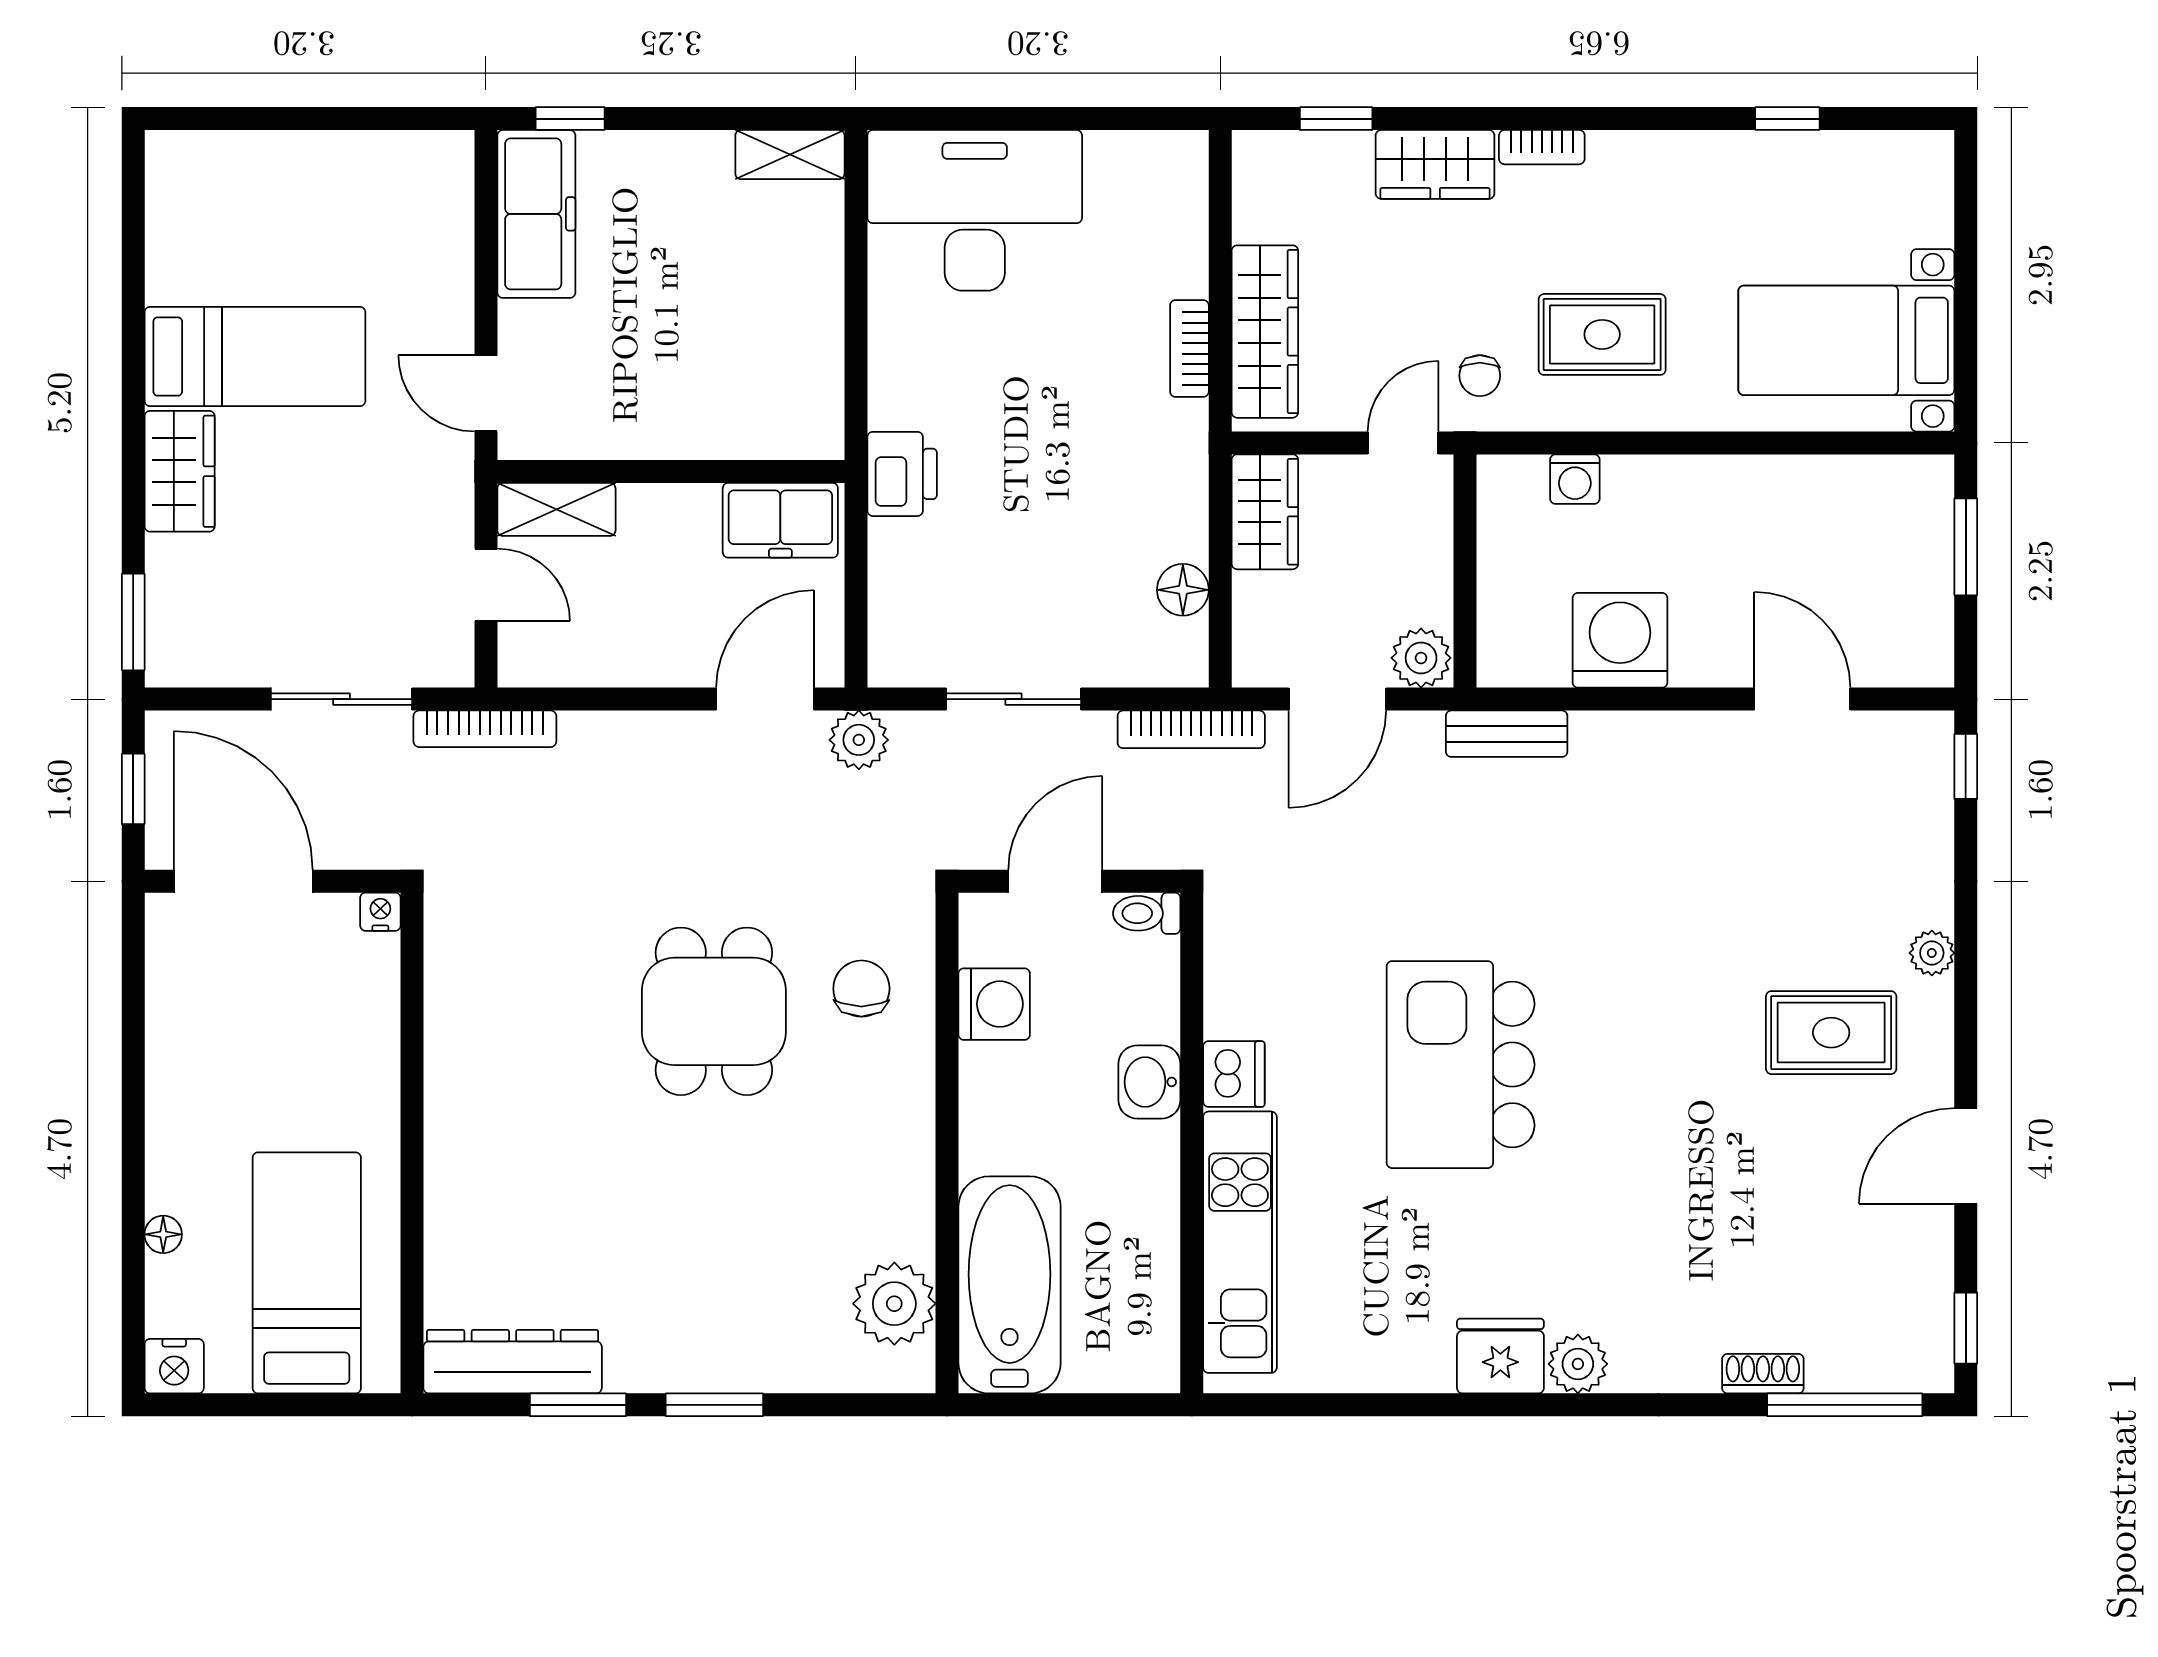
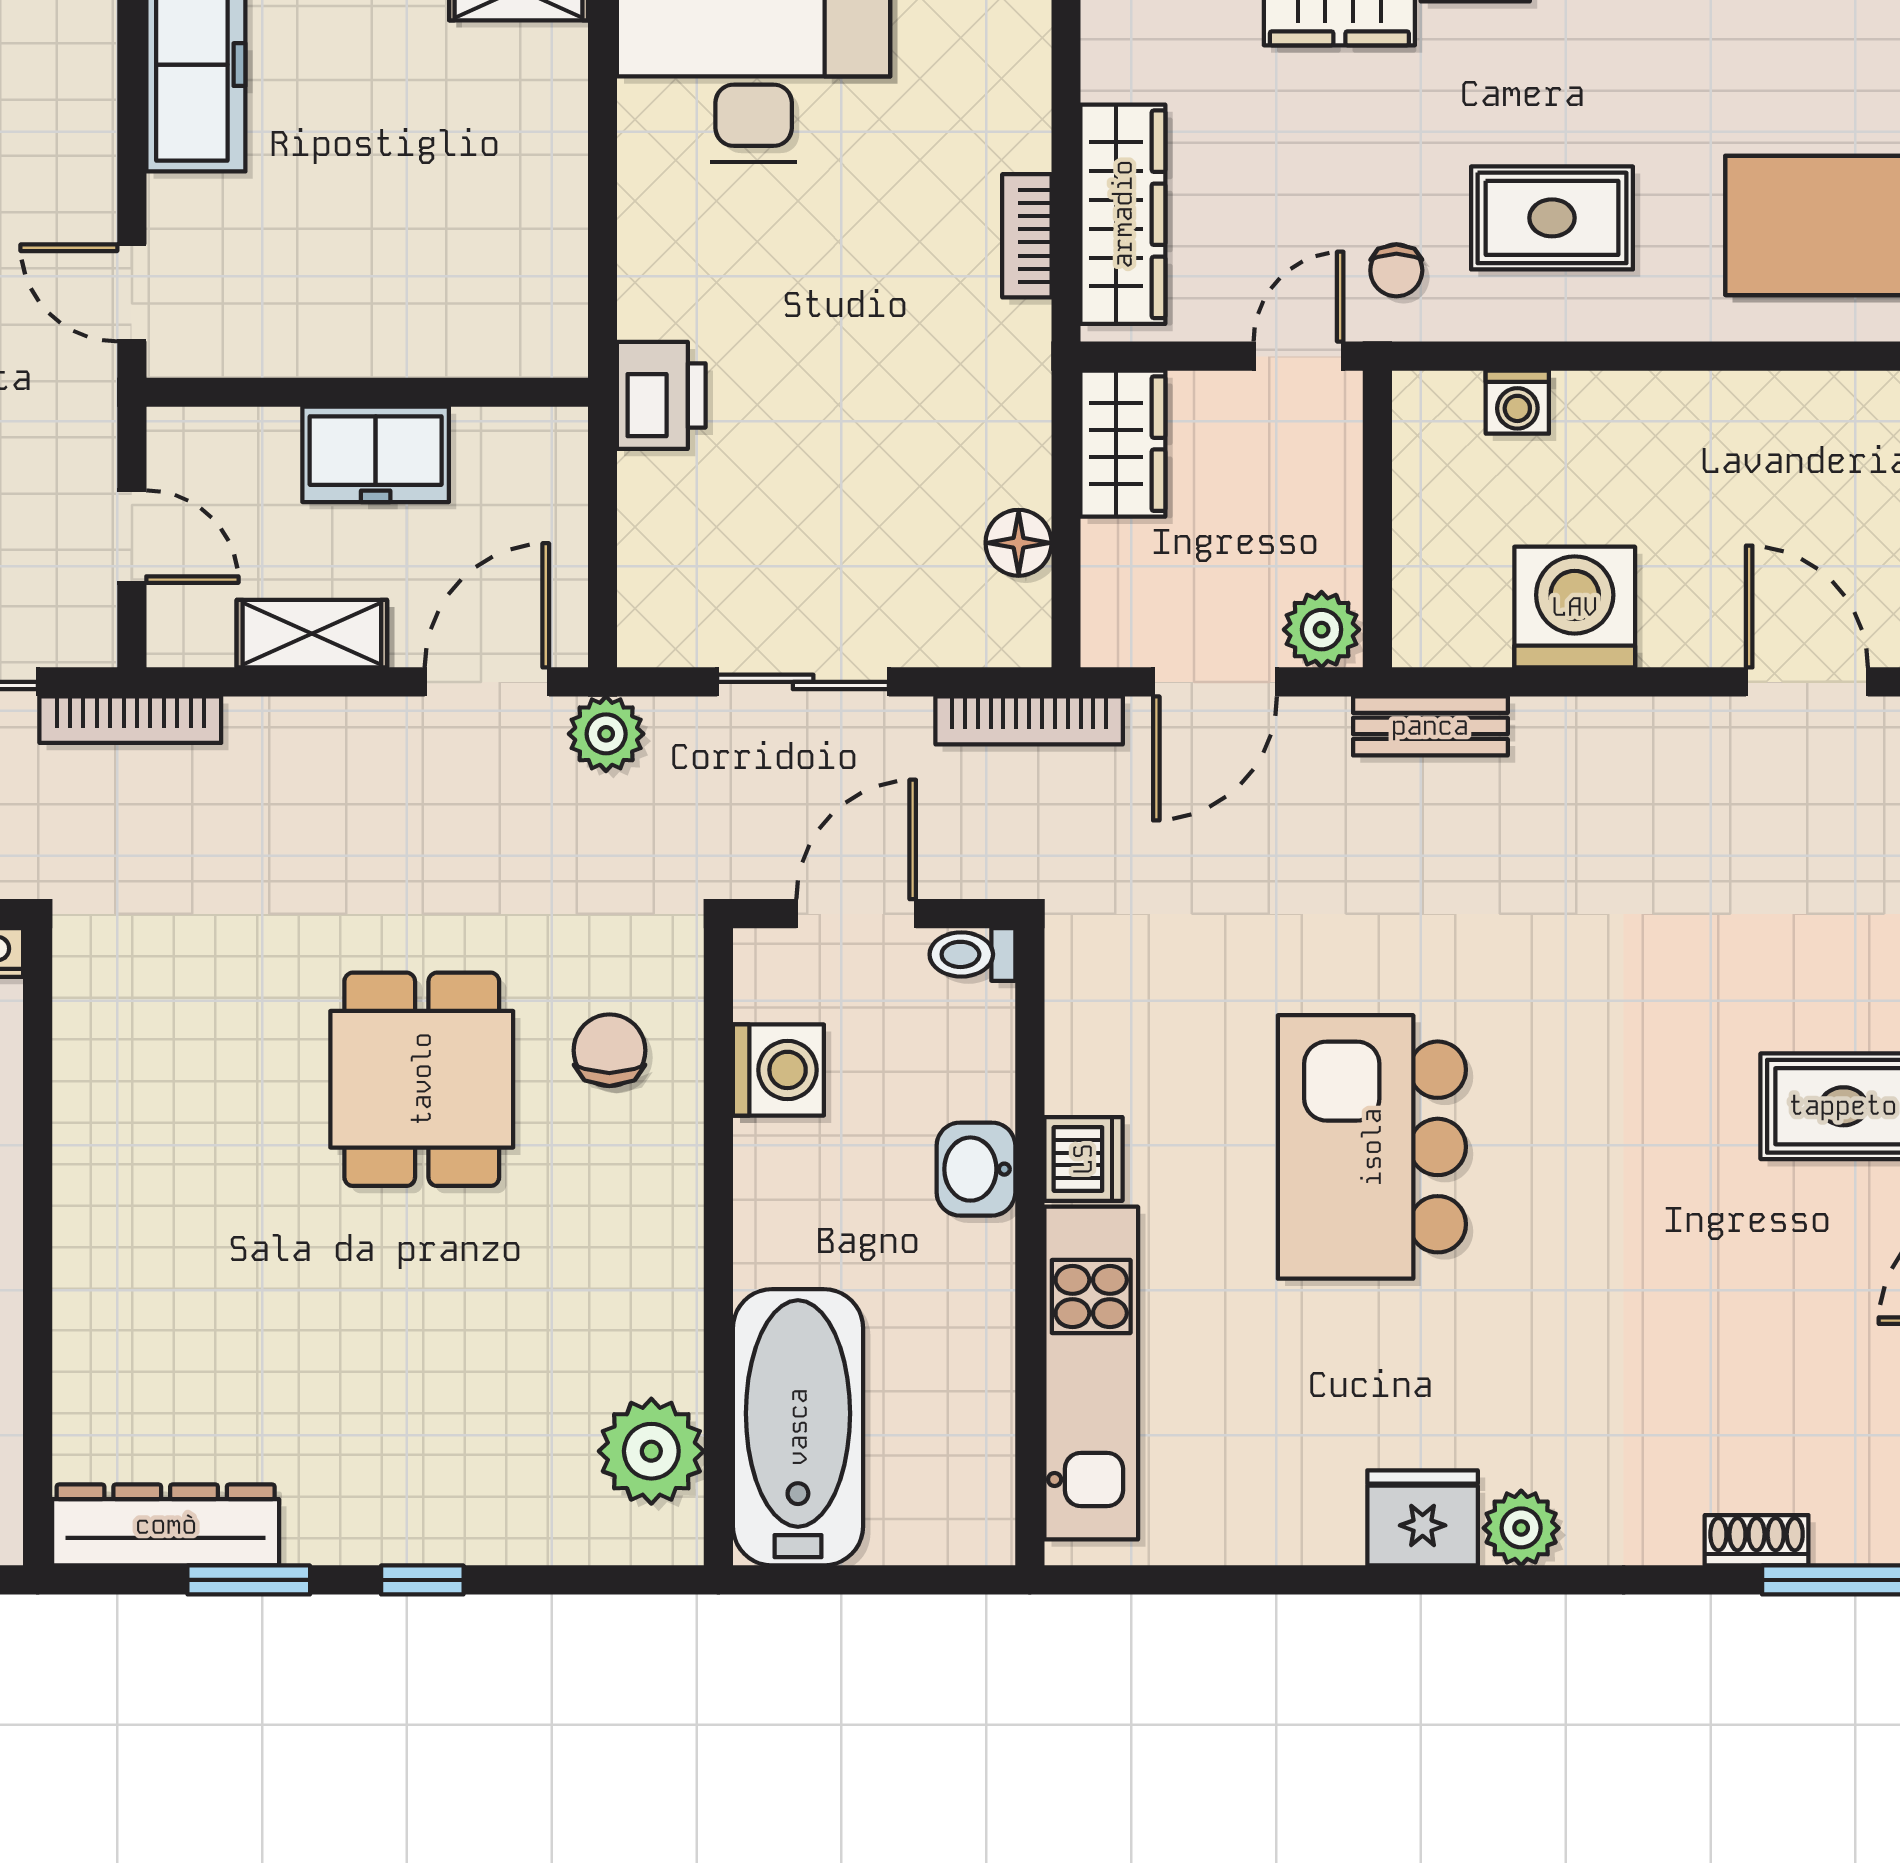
shelving: (556, 509) -> (312, 634), moved
freezer: (780, 520) -> (376, 454), moved
window: (714, 1405) -> (422, 1580), width x0.67

